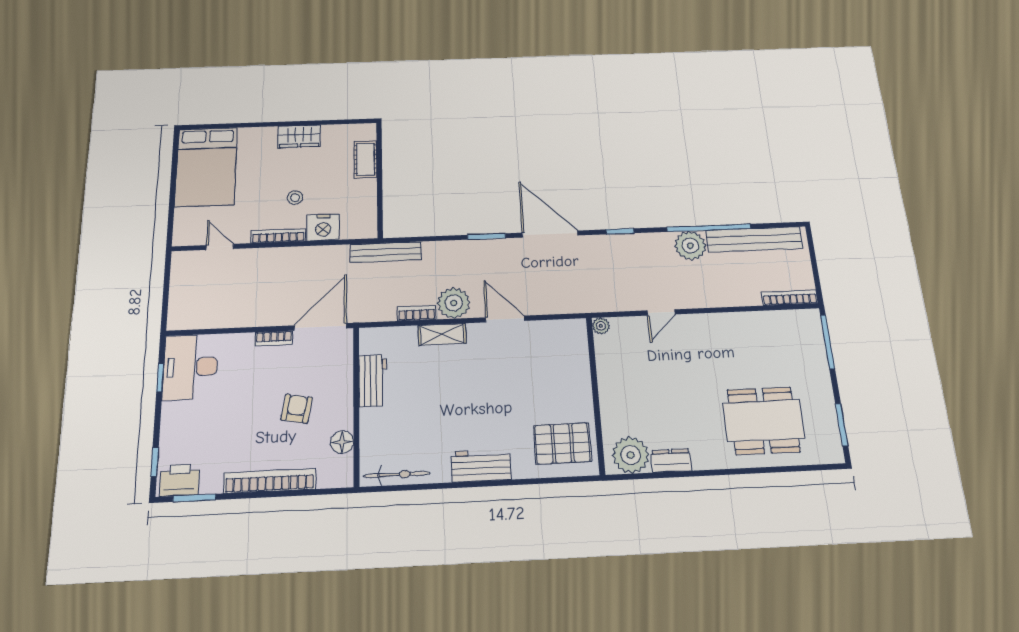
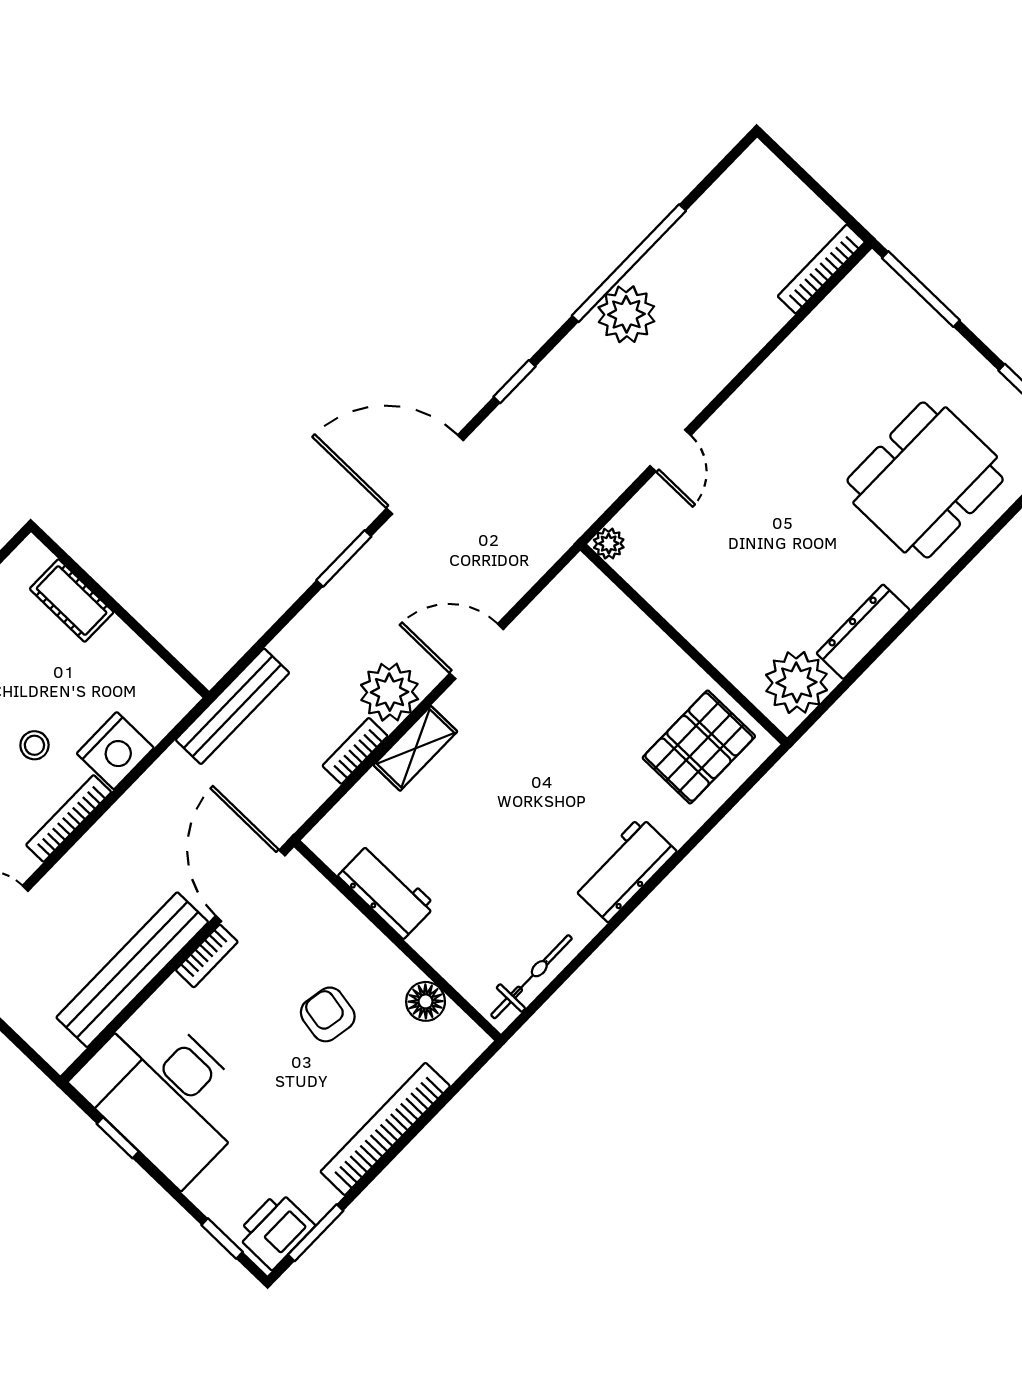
bench: (754, 239) -> (132, 970), moved
desk: (190, 367) -> (165, 1095), width x1.36, depth x1.30
dresser: (671, 460) -> (863, 632), width x1.44

